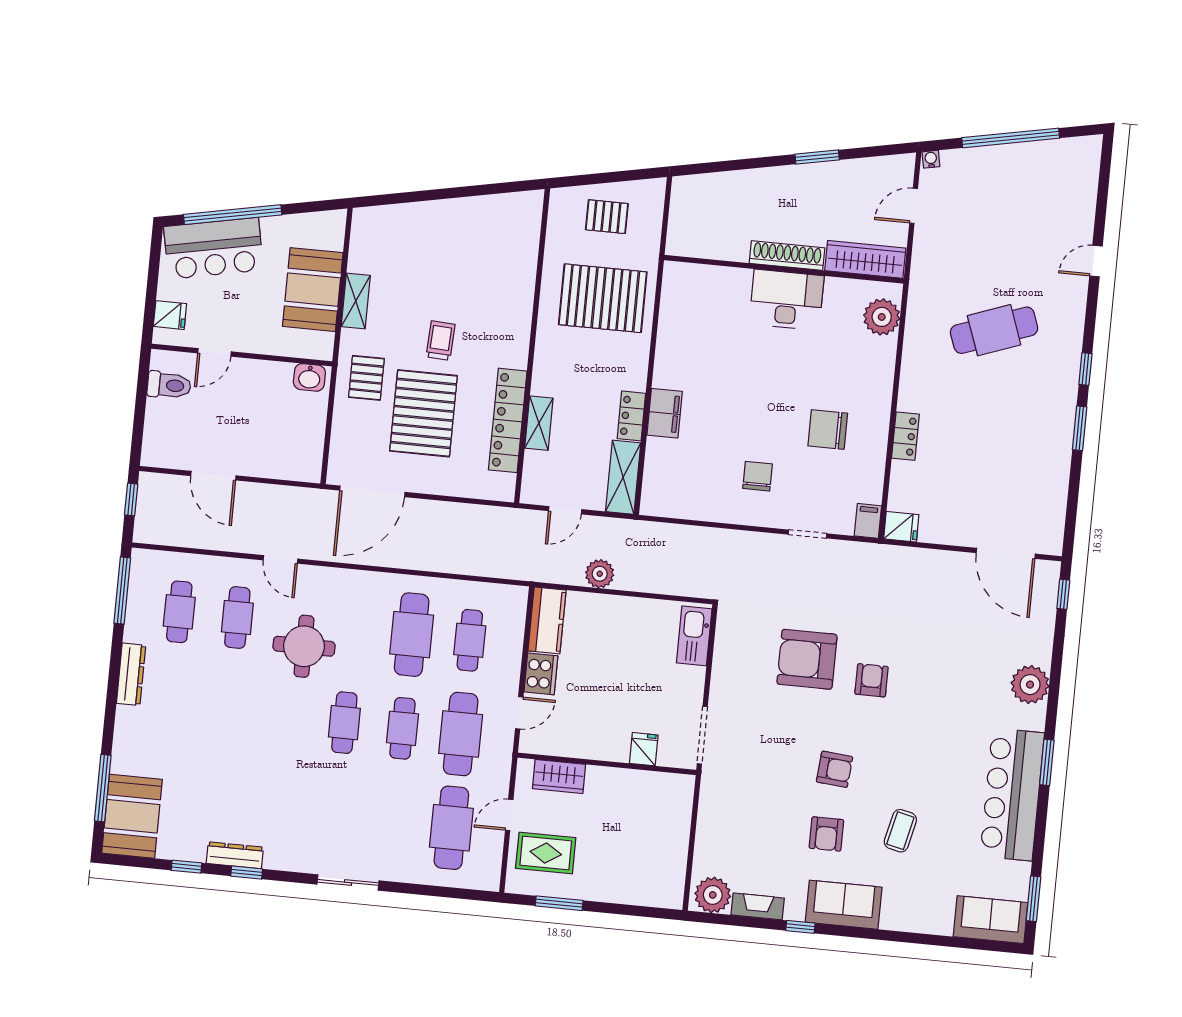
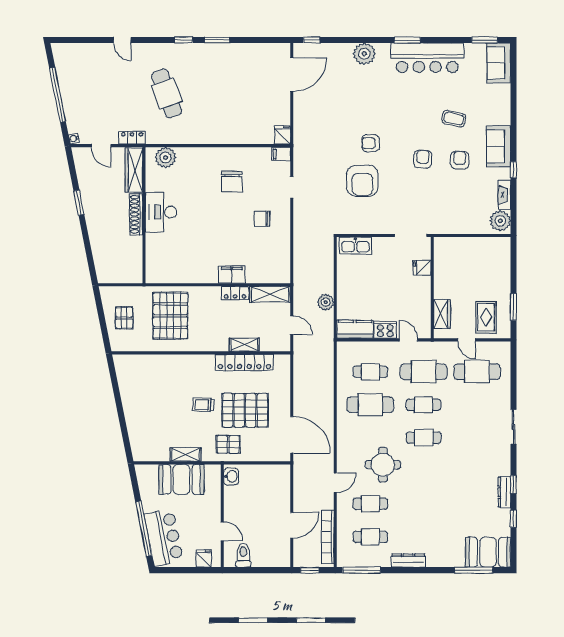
locker: (905, 436) -> (132, 138), moved
bookcase: (186, 537) -> (328, 537), added
armchair: (826, 834) -> (460, 160), turned -90

